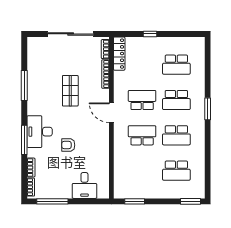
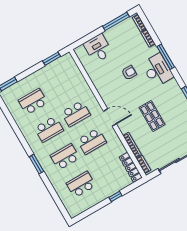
school desk: (176, 135) -> (49, 129), turned 180

